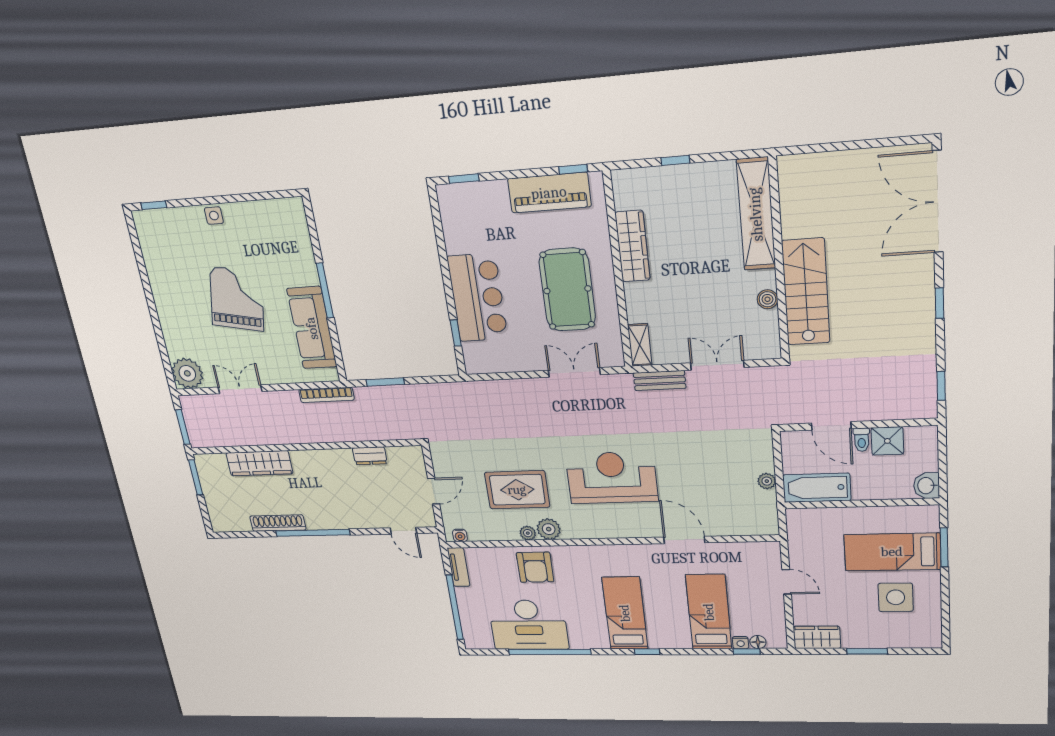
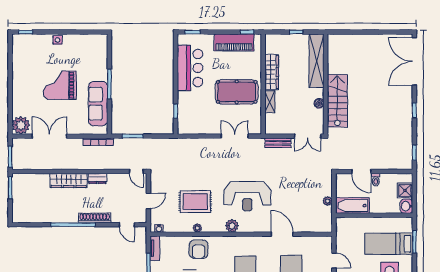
shelving: (756, 214) -> (317, 61), moved
wall: (779, 260) -> (326, 84), moved
pool table: (567, 290) -> (237, 92), turned 90
stairs: (806, 292) -> (337, 101), moved
bar counter: (478, 298) -> (190, 68), moved
grand piano: (237, 299) -> (60, 85), turned -101
boiler: (767, 299) -> (319, 103), moved
shelving: (640, 345) -> (270, 102), moved
double door: (717, 365) -> (307, 136), swing flipped
double door: (240, 389) -> (49, 136), width x1.37
shower: (887, 441) -> (405, 190), moved
door: (403, 443) -> (136, 172), added
dresser: (370, 456) -> (97, 178), moved
wardrobe: (259, 463) -> (69, 180), moved
reception desk: (612, 478) -> (247, 196), turned 180
shoe rack: (278, 523) -> (95, 218), moved
plant: (549, 529) -> (232, 226), moved

